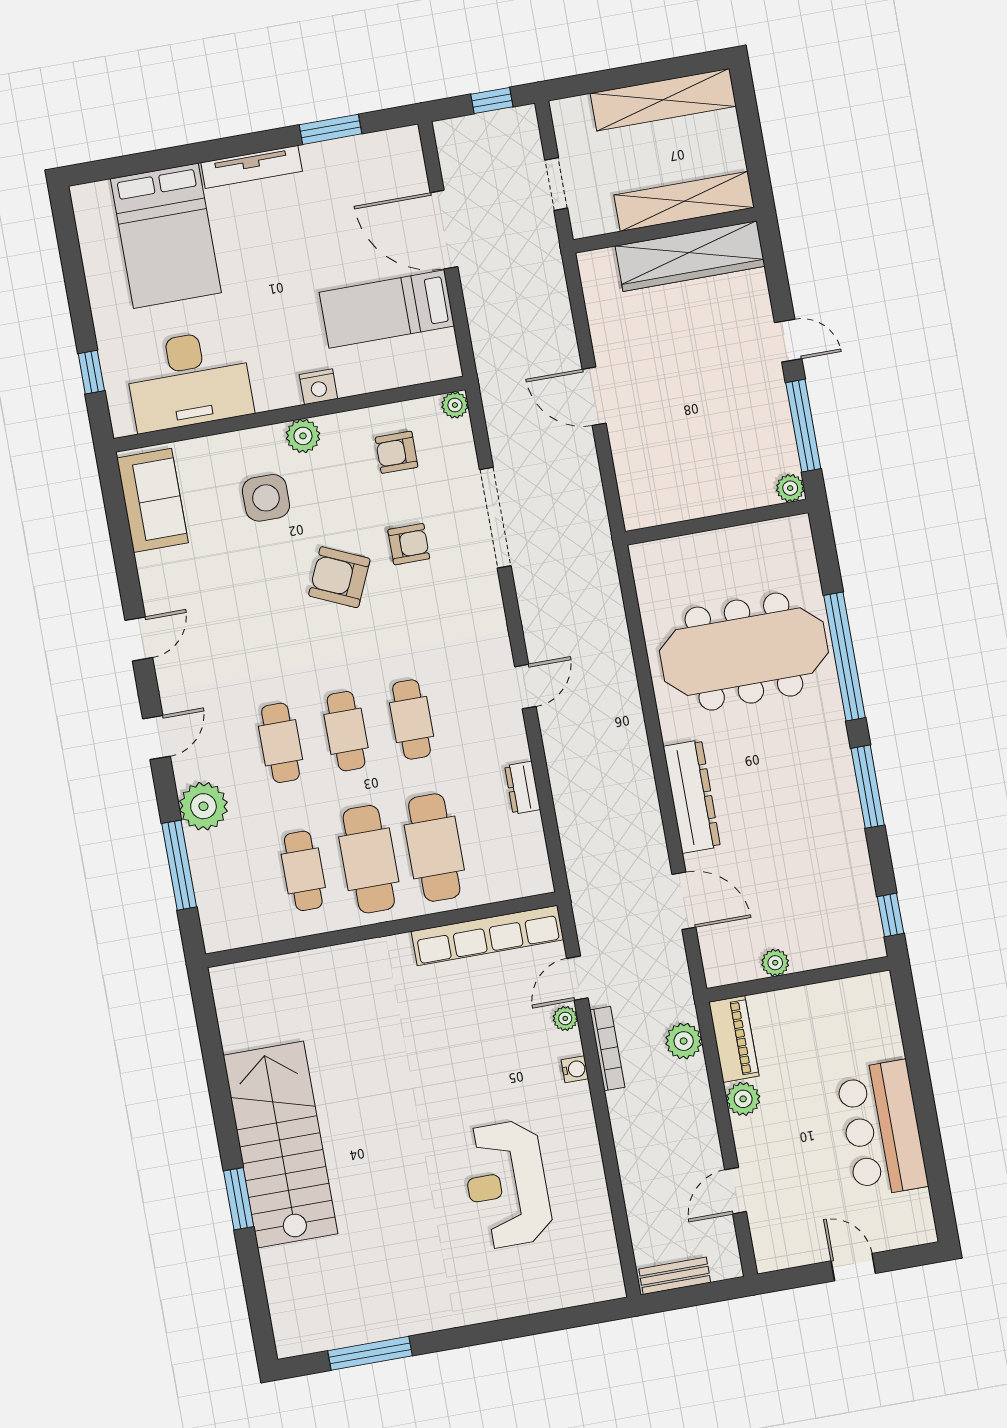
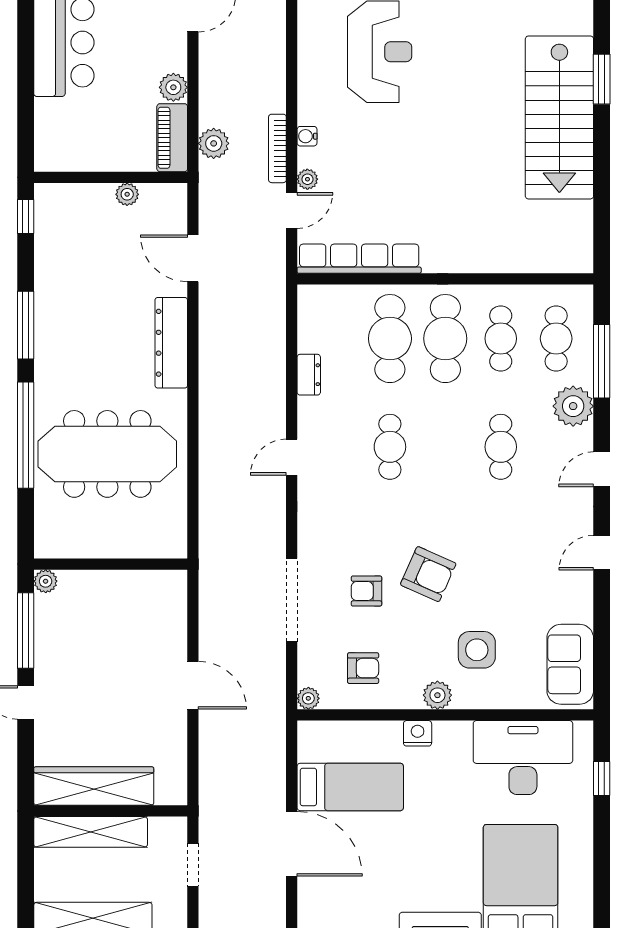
cafe table: (346, 731) -> (556, 339), moved

